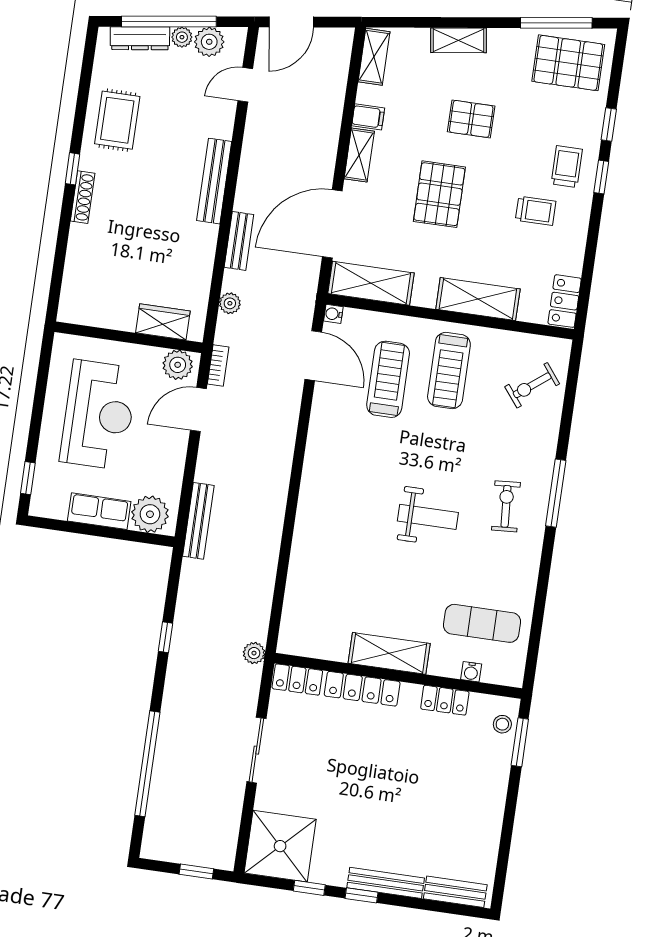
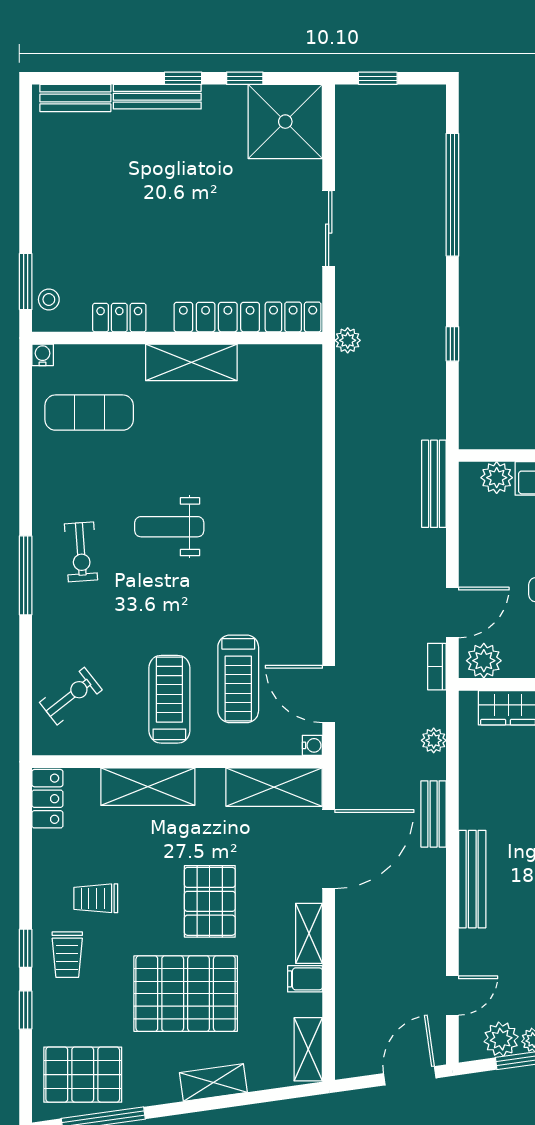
pallet: (471, 119) -> (186, 994), width x2.05, depth x2.00
plant: (150, 514) -> (497, 478), width x0.73, depth x0.73
water cooler: (471, 672) -> (43, 355), moved

